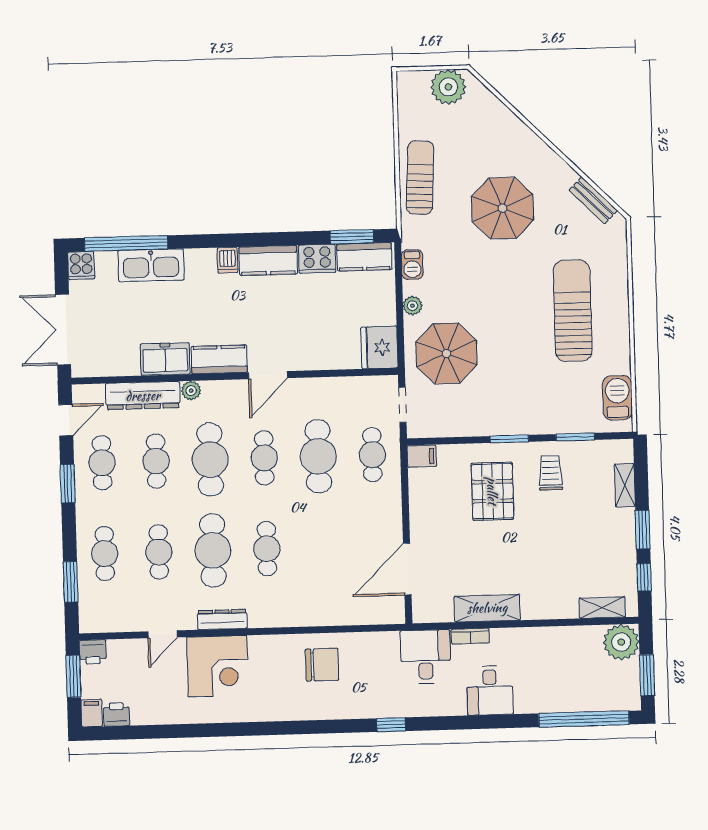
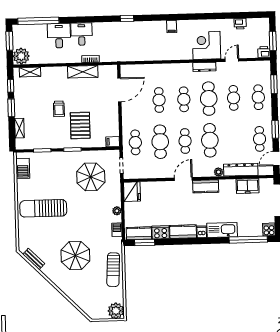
plant: (448, 87) -> (116, 311), moved
kitchen sink: (151, 265) -> (222, 230), moved
sun lounger: (573, 311) -> (43, 208), turned 90
parasol: (446, 353) -> (91, 177), moved
freezer: (165, 359) -> (248, 186), moved
cafe table: (156, 461) -> (159, 100), moved
trolley: (551, 473) -> (59, 109), moved
desk: (426, 657) -> (59, 36), moved, turned 180
chair: (322, 665) -> (159, 46), removed
filing cabinet: (92, 713) -> (172, 27), moved
printer: (117, 714) -> (240, 24), moved

